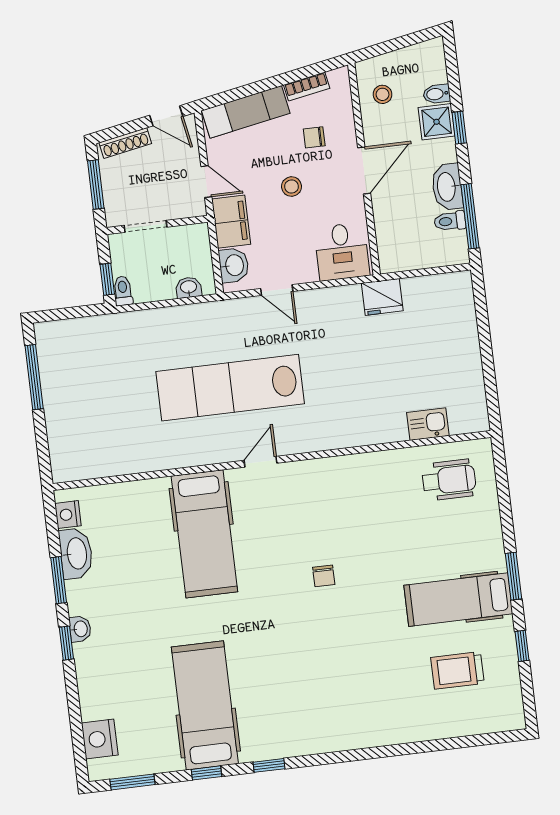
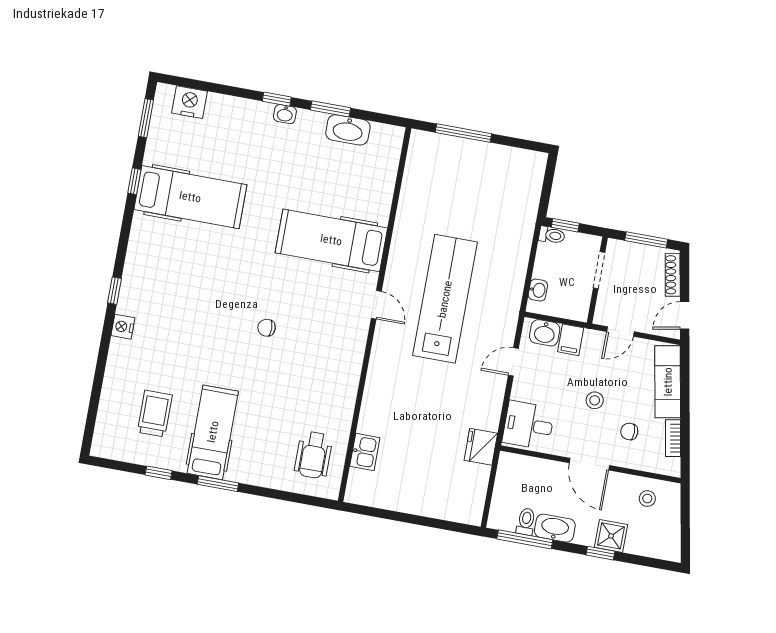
bidet: (437, 94) -> (634, 543), removed
chair: (314, 137) -> (629, 431), turned -90
filing cabinet: (231, 222) -> (571, 340), width x0.50
window: (34, 377) -> (463, 133), moved
nightstand: (68, 515) -> (123, 327), moved, turned -90
window: (269, 765) -> (115, 291), moved

